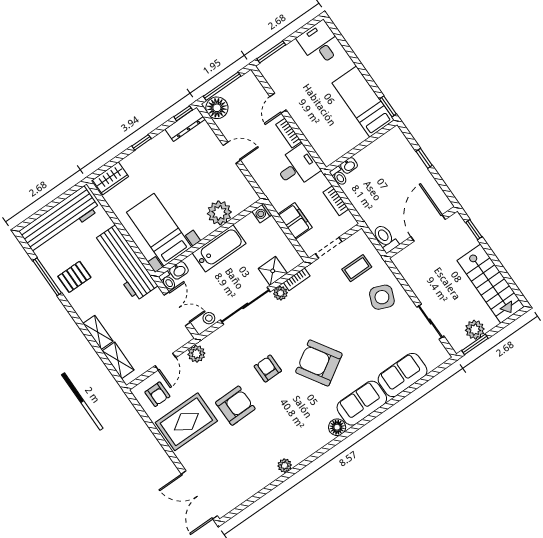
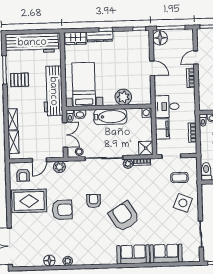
dresser: (185, 124) -> (100, 37), moved
desk: (297, 167) -> (167, 106), moved, turned 180
shower: (273, 271) -> (146, 148), moved
floor lamp: (337, 427) -> (49, 261), moved

